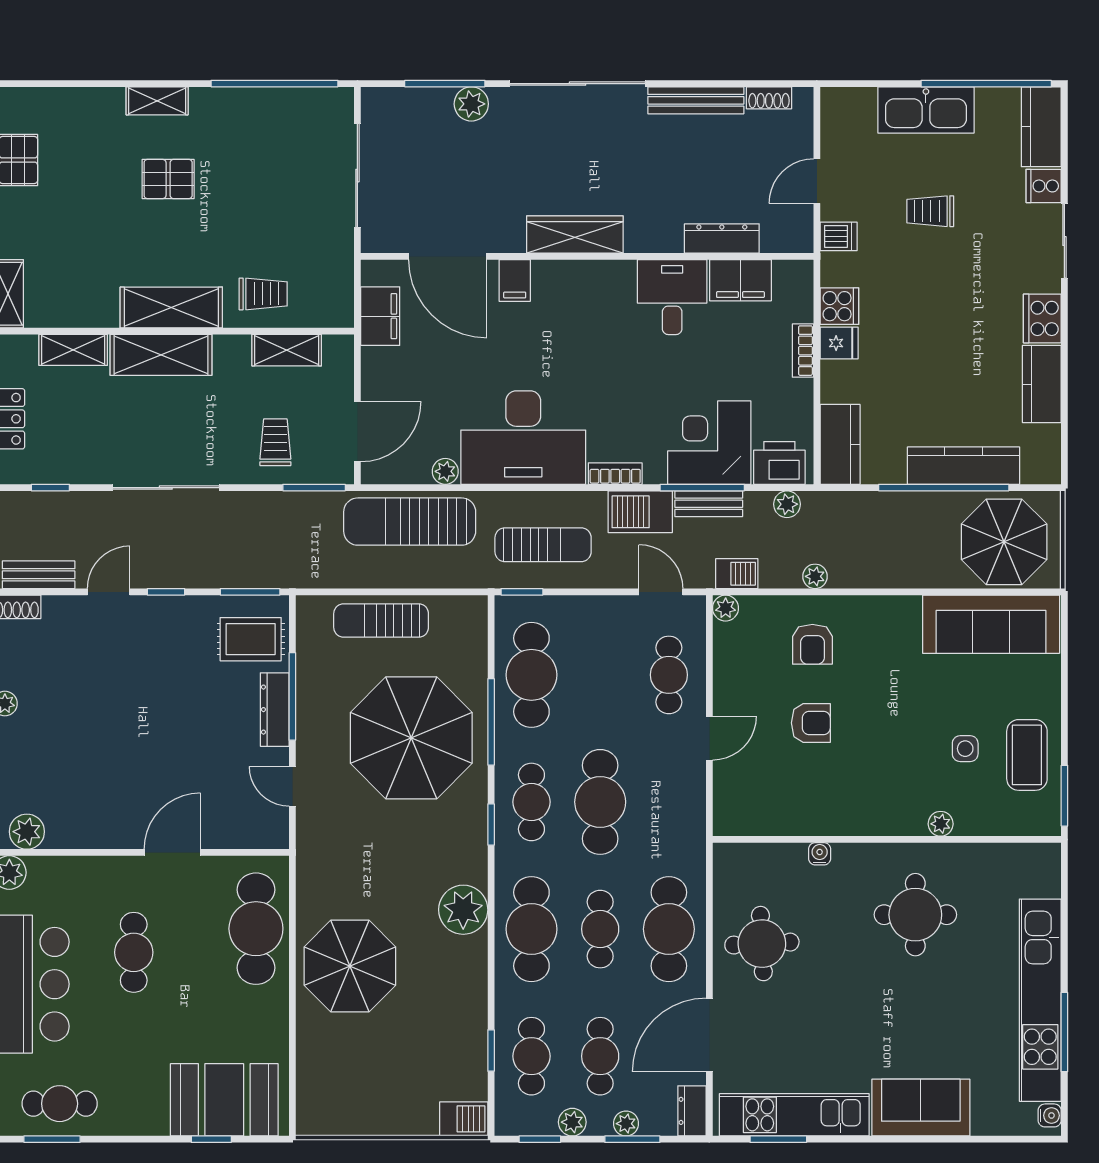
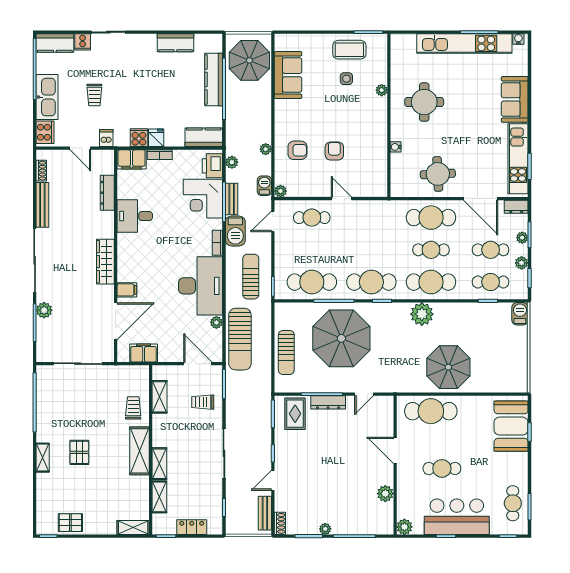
filing cabinet: (740, 280) -> (132, 159), moved, turned 90
cooker: (1042, 318) -> (45, 132), moved, turned -90
shelving: (161, 355) -> (159, 464), width x0.67, depth x0.75
door: (109, 592) -> (273, 480), hinge flipped
sofa: (991, 624) -> (288, 75), width x0.73
cafe table: (531, 802) -> (371, 282), width x1.37, depth x1.35
cafe table: (600, 802) -> (371, 250), removed
plant: (27, 832) -> (385, 494), moved

